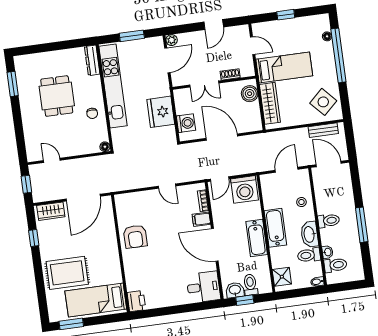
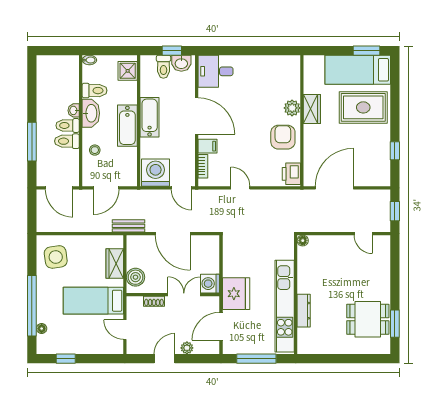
window: (286, 15) -> (66, 359), moved
window: (132, 36) -> (256, 359), width x1.44
plant: (172, 40) -> (187, 348), moved
dresser: (92, 60) -> (304, 311), moved
dining table: (57, 96) -> (368, 319), moved, turned 90
side table: (323, 102) -> (56, 257), turned 35
wardrobe: (270, 103) -> (115, 263), width x0.67
fridge: (161, 112) -> (236, 294), moved
chair: (92, 113) -> (312, 279), removed
washing machine: (186, 123) -> (210, 284), moved
bench: (323, 130) -> (129, 226), moved
door: (220, 179) -> (181, 188), swing flipped
wardrobe: (51, 211) -> (312, 109), moved, turned 90
window: (362, 225) -> (32, 142), moved
washbasin: (327, 252) -> (74, 110), moved
plant: (131, 264) -> (292, 108), added
toilet: (335, 265) -> (67, 141), moved
bed: (96, 300) -> (358, 70), moved, turned 180
printer: (136, 301) -> (291, 174), moved

